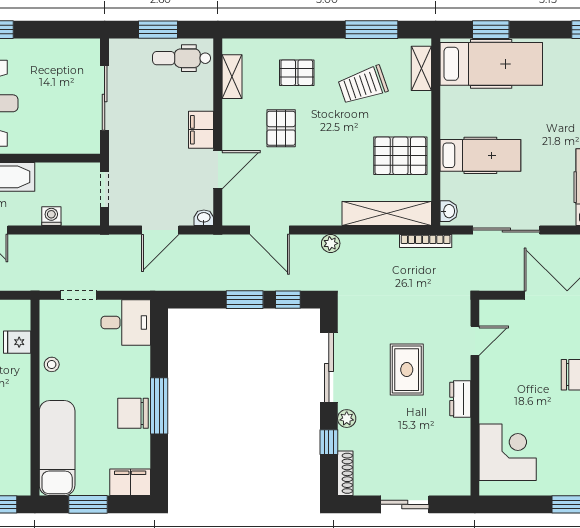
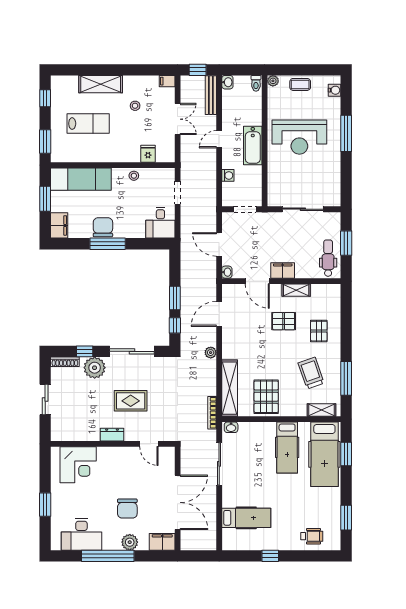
shelving: (232, 77) -> (296, 290), moved
hospital bed: (480, 155) -> (287, 447), moved
plant: (347, 419) -> (95, 368), width x1.87, depth x1.87

